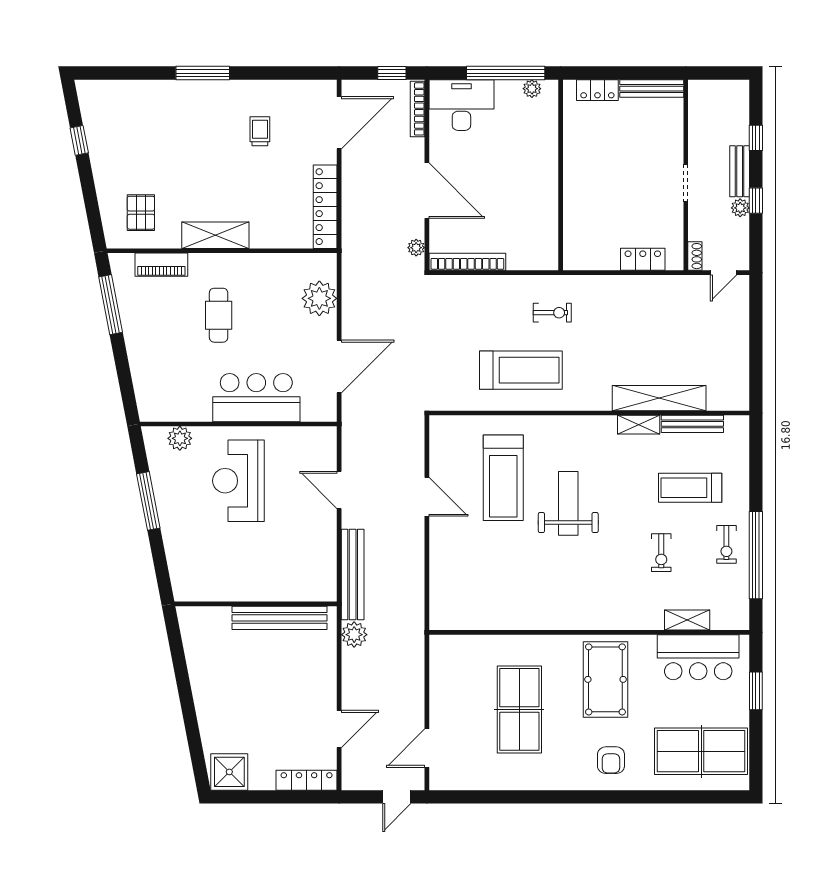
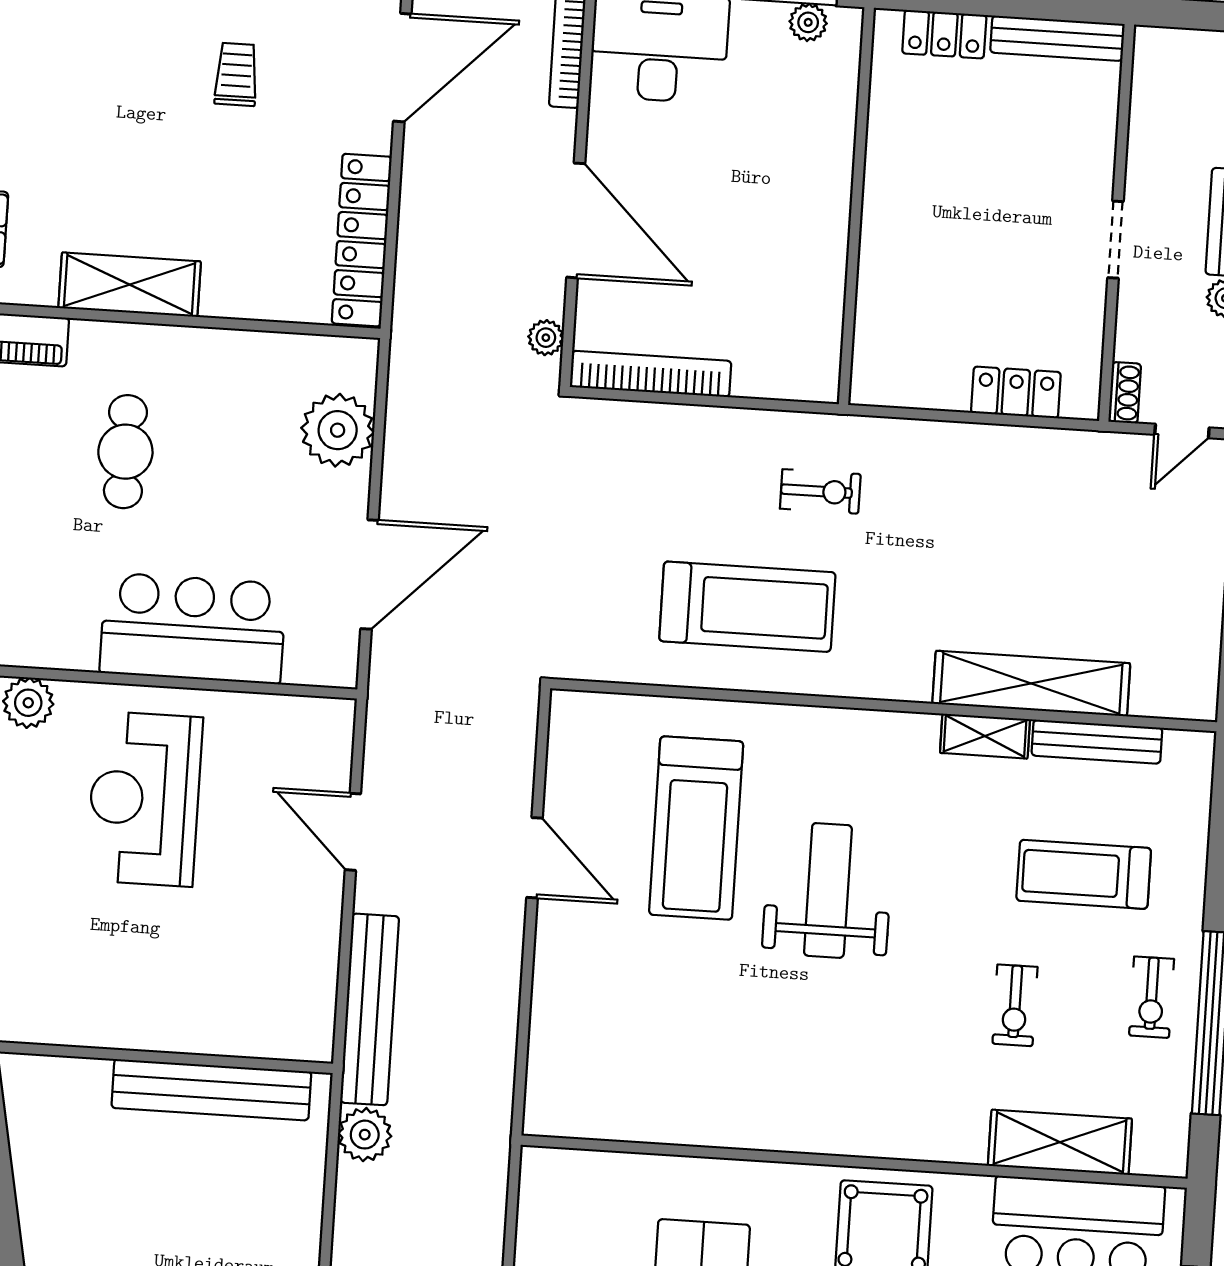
shelving: (687, 620) -> (1060, 1142), width x1.50, depth x1.33

